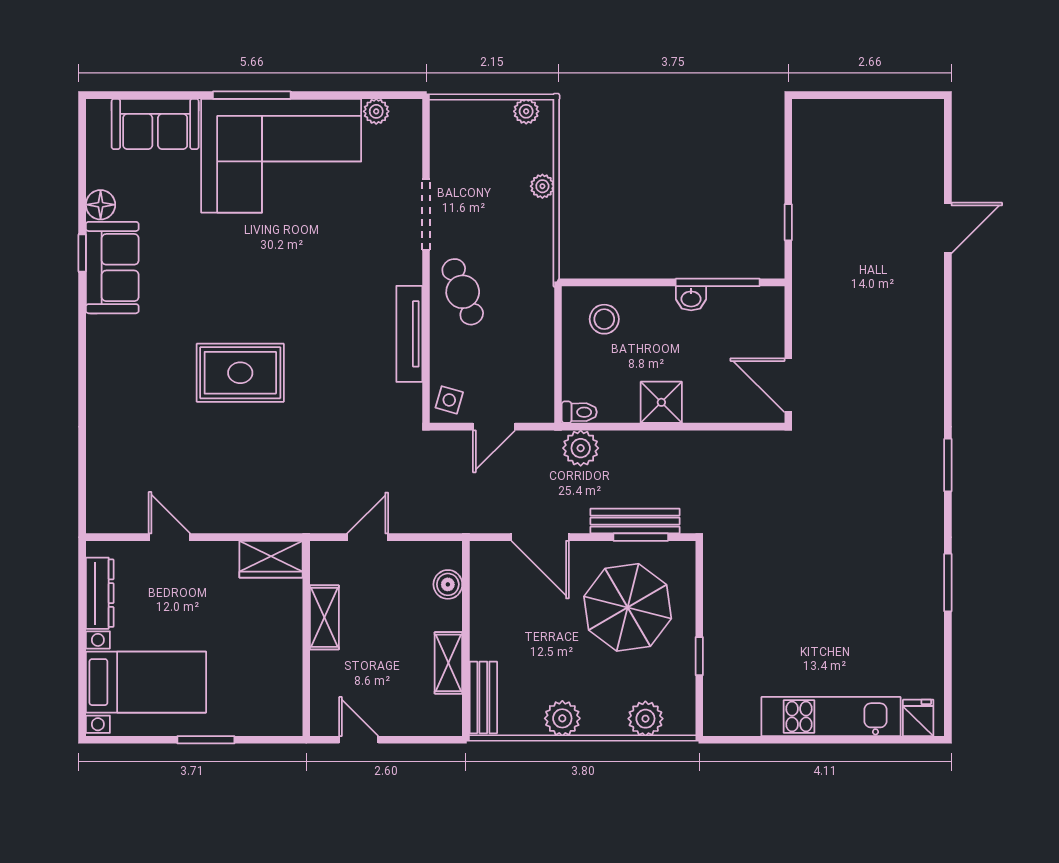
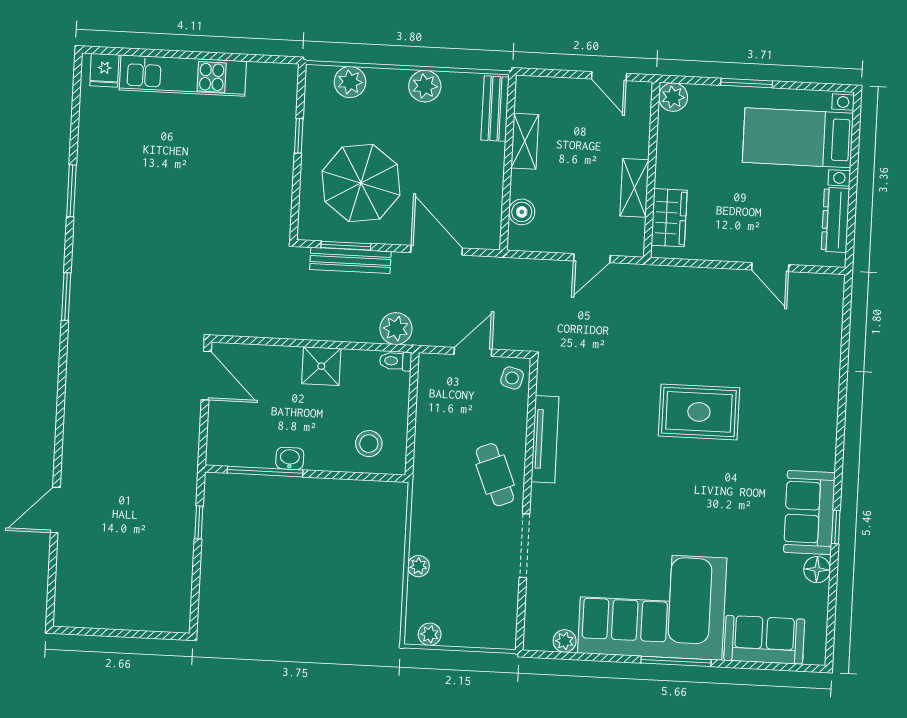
wardrobe: (271, 559) -> (669, 218), moved, turned 90
plant: (287, 720) -> (673, 97), added

